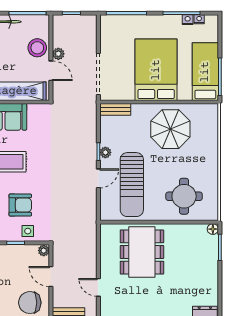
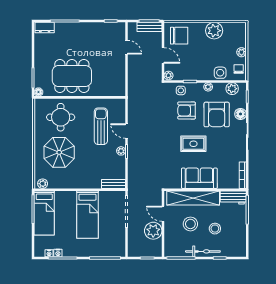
stool: (37, 48) -> (190, 224), moved
plant: (58, 54) -> (153, 231), width x1.88, depth x1.88
bed: (156, 70) -> (87, 215), width x0.67
plant: (207, 110) -> (43, 184), added
parasol: (170, 129) -> (59, 152), moved
door: (98, 178) -> (127, 131), hinge flipped
sun lounger: (132, 185) -> (101, 126), width x0.73, depth x0.75
dining table: (142, 252) -> (72, 76), moved, turned 90

